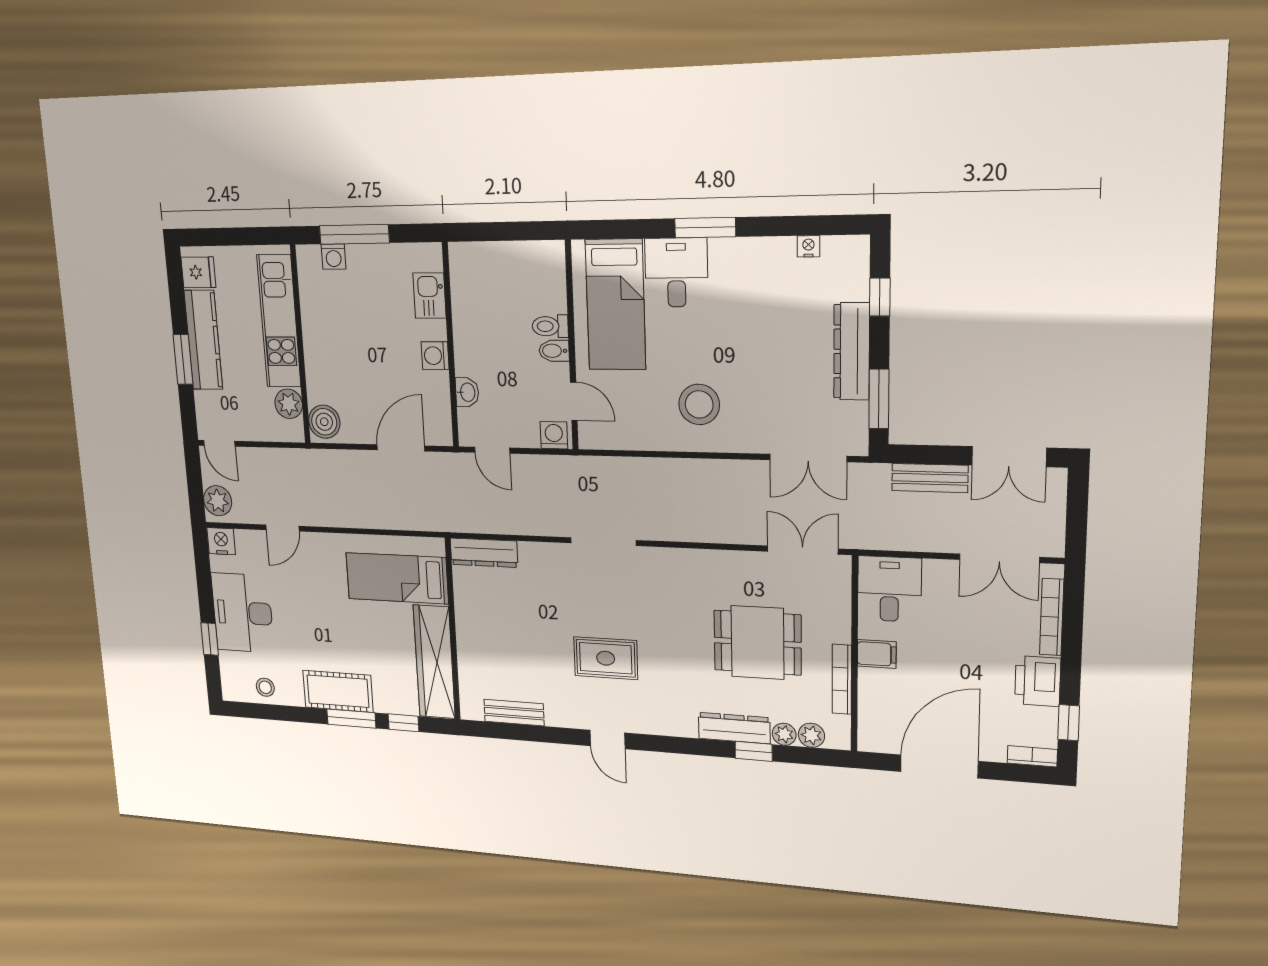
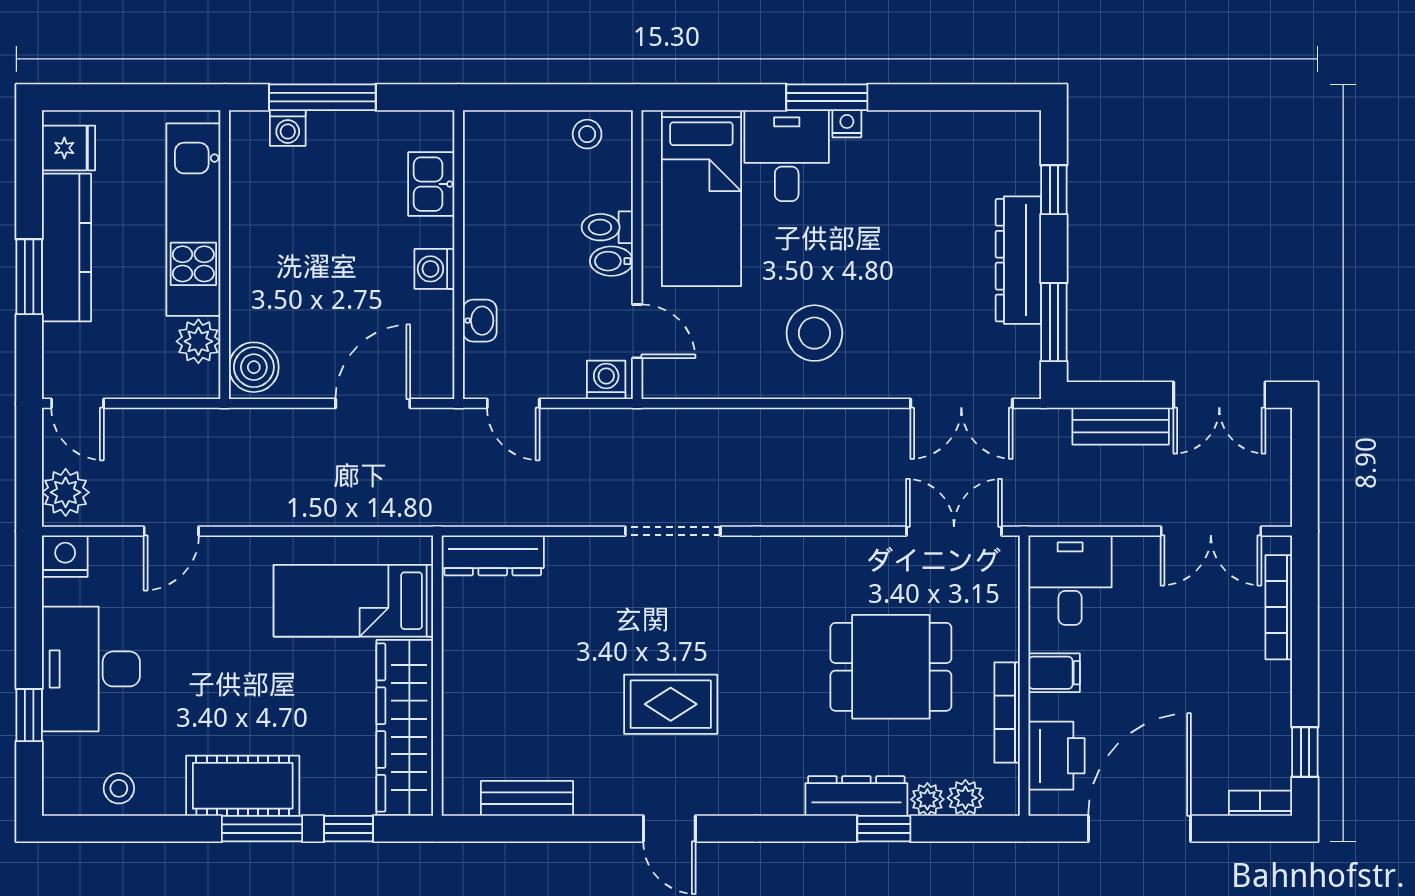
nightstand: (808, 246) -> (847, 124), moved
stool: (533, 258) -> (587, 134), added
printer: (1038, 681) -> (1057, 756), moved, turned 180

